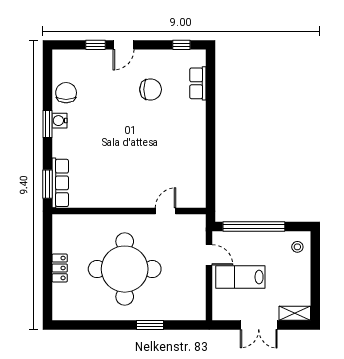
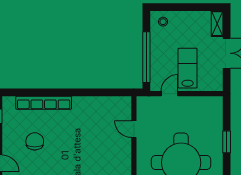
row of seats: (198, 83) -> (44, 103), width x2.02
lab bench: (240, 277) -> (188, 68), turned 180

